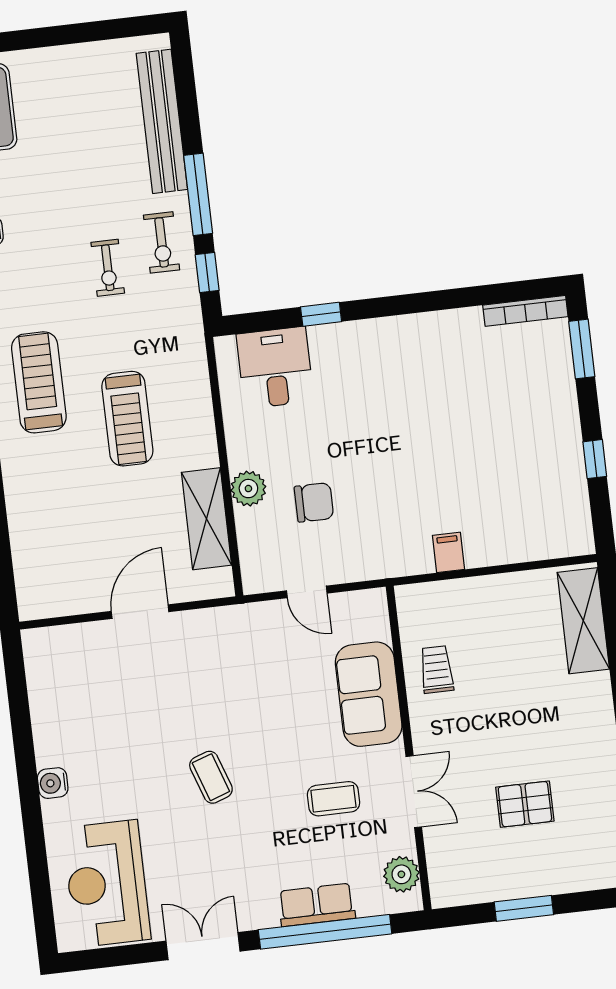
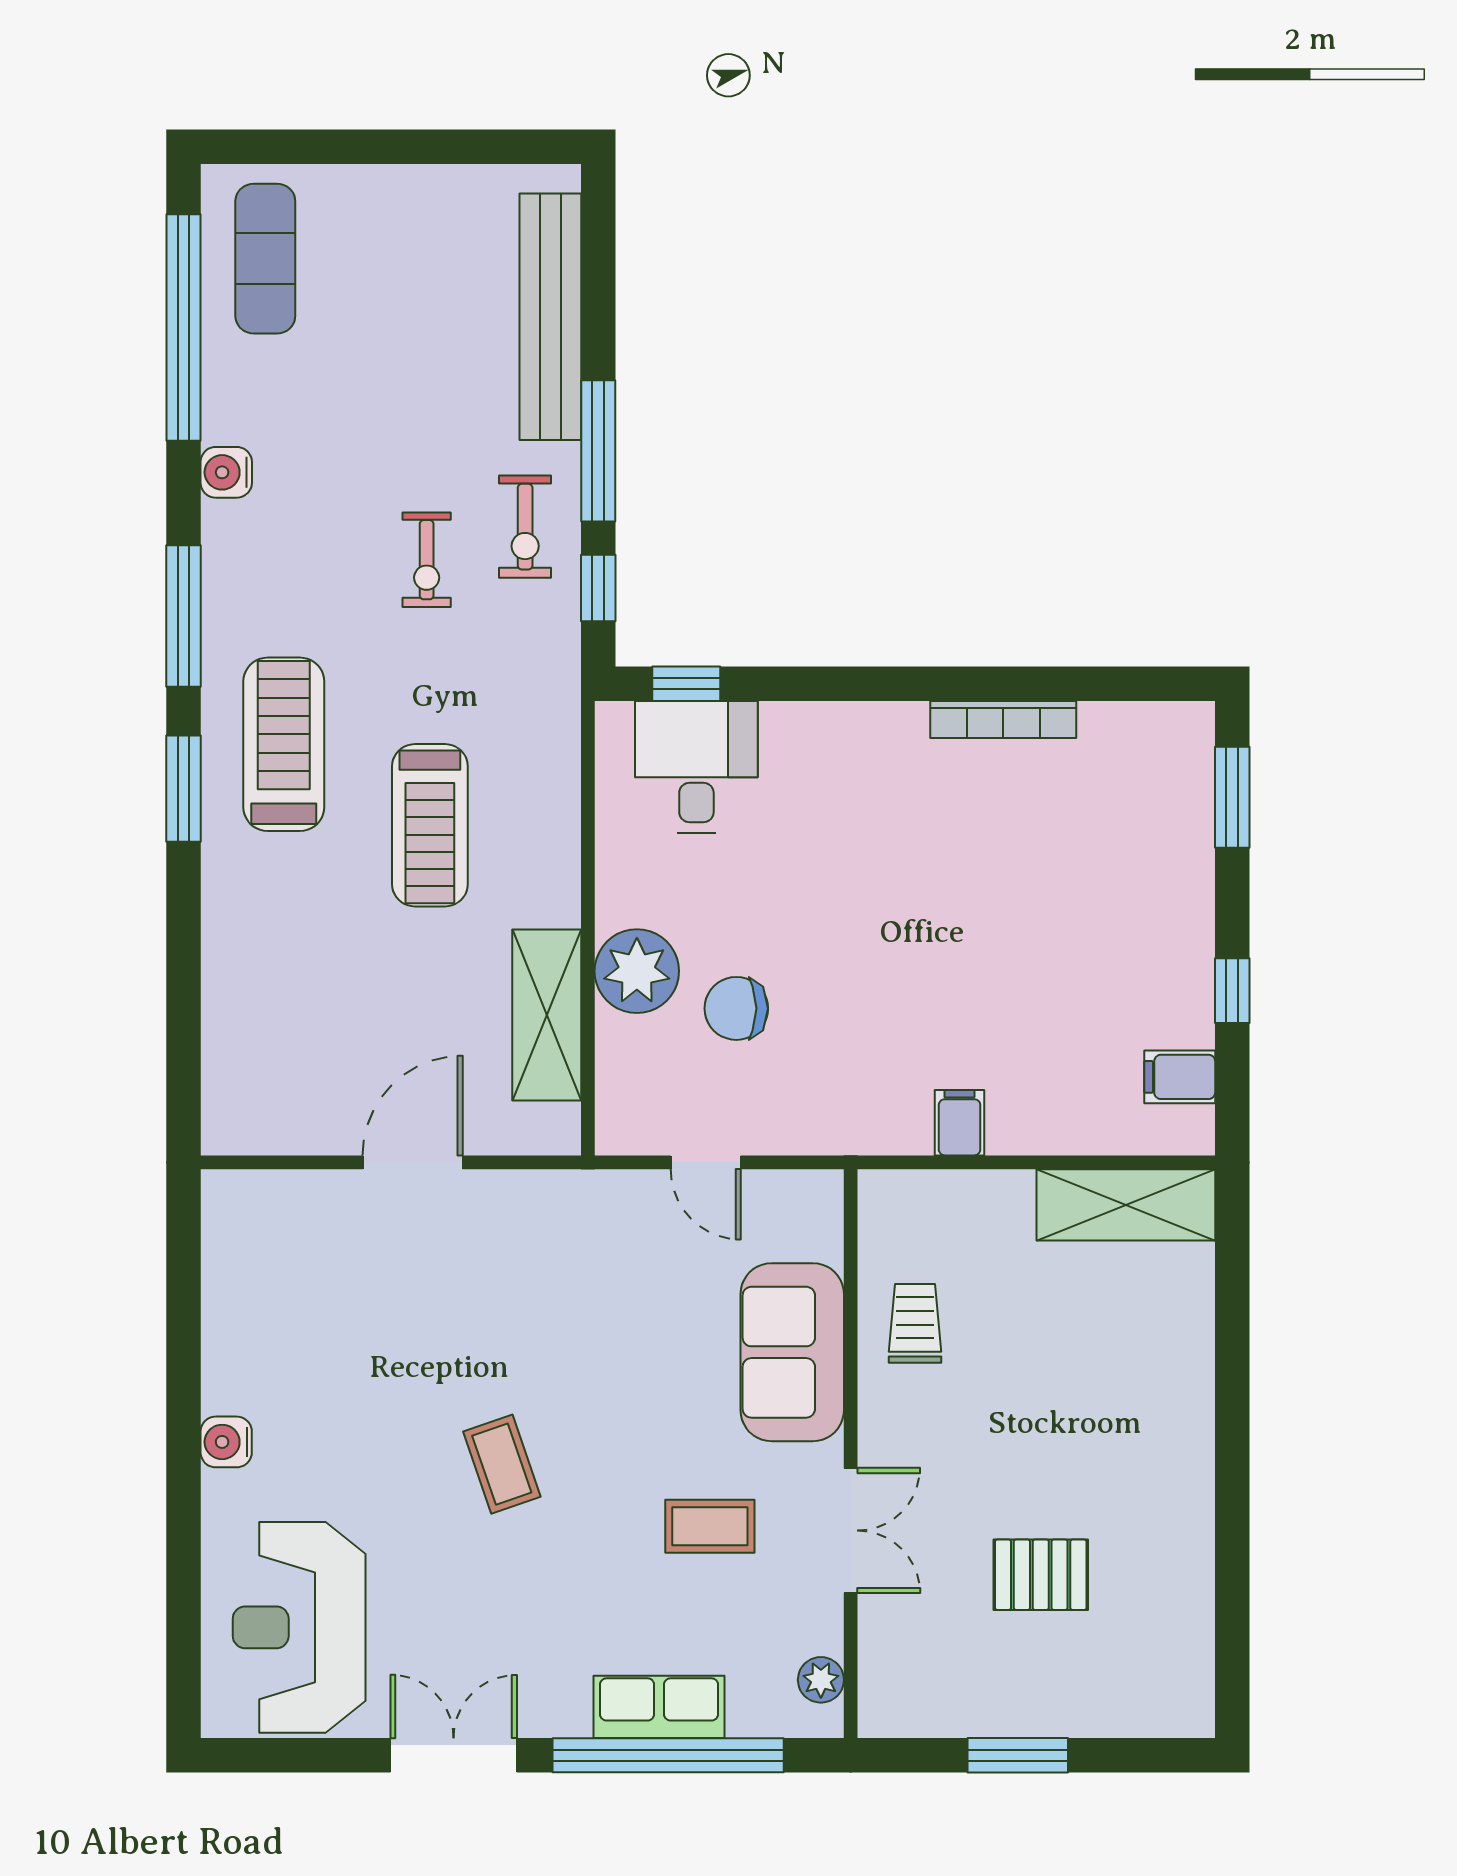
bookcase: (525, 311) -> (1003, 720), moved
window: (321, 314) -> (686, 684), moved
plant: (248, 489) -> (637, 971), width x1.36, depth x1.36
chair: (314, 502) -> (736, 1008), turned 180
filing cabinet: (571, 512) -> (1180, 1077), added
shelving: (583, 621) -> (1126, 1205), moved, turned 90
plant: (401, 874) -> (821, 1680), width x0.73, depth x0.73

